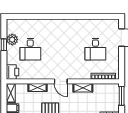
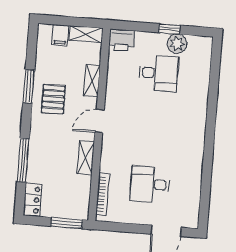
desk: (30, 49) -> (158, 73), turned 180

